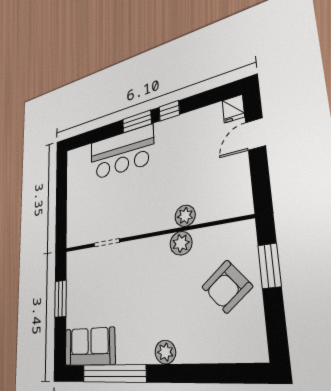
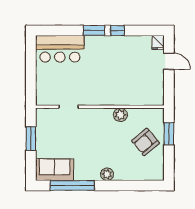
door: (255, 134) -> (169, 61), swing flipped
bar counter: (121, 153) -> (60, 49), moved
plant: (185, 216) -> (124, 99), removed

